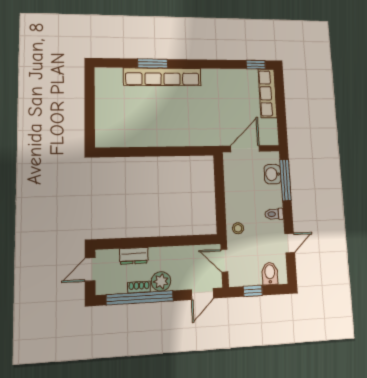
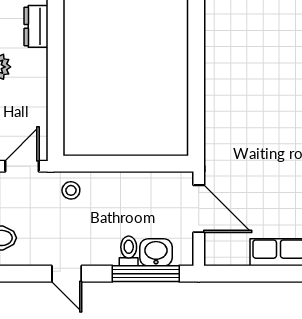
toilet: (274, 214) -> (129, 251), moved
door: (290, 243) -> (67, 274), moved

